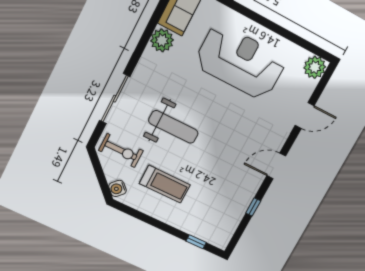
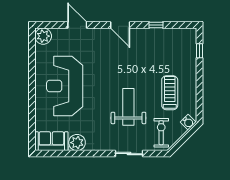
sliding door: (115, 99) -> (129, 154), width x0.73

